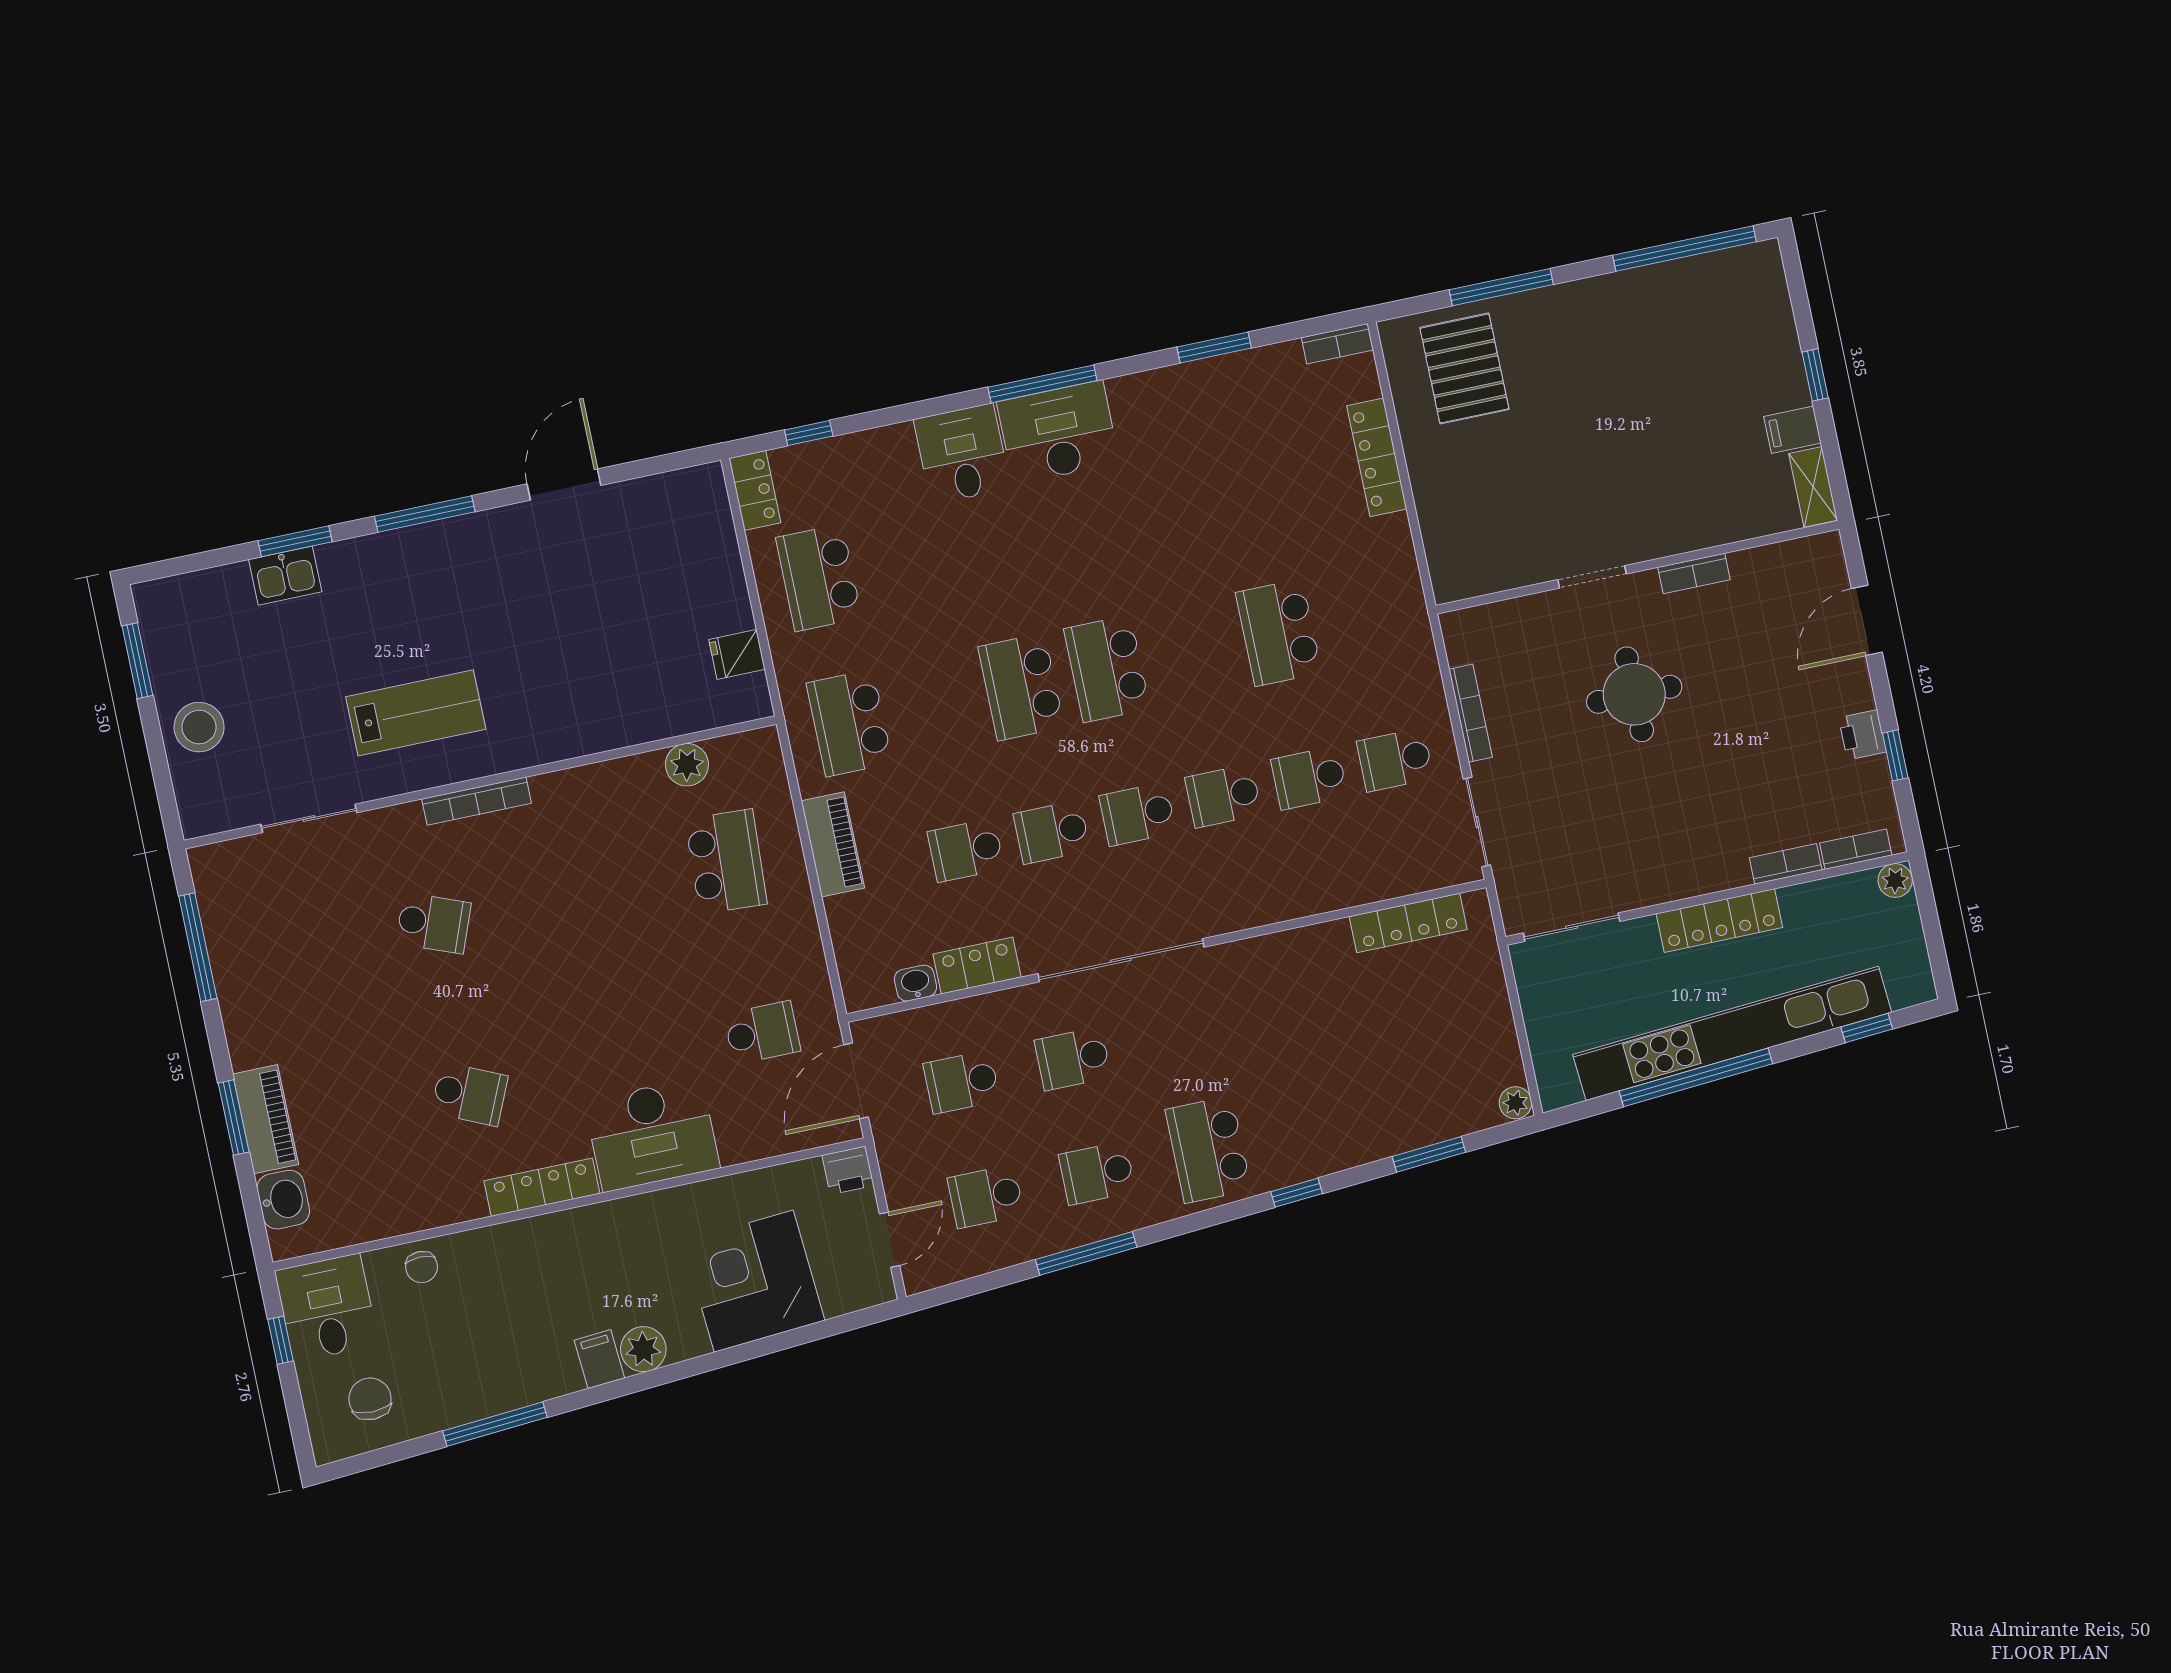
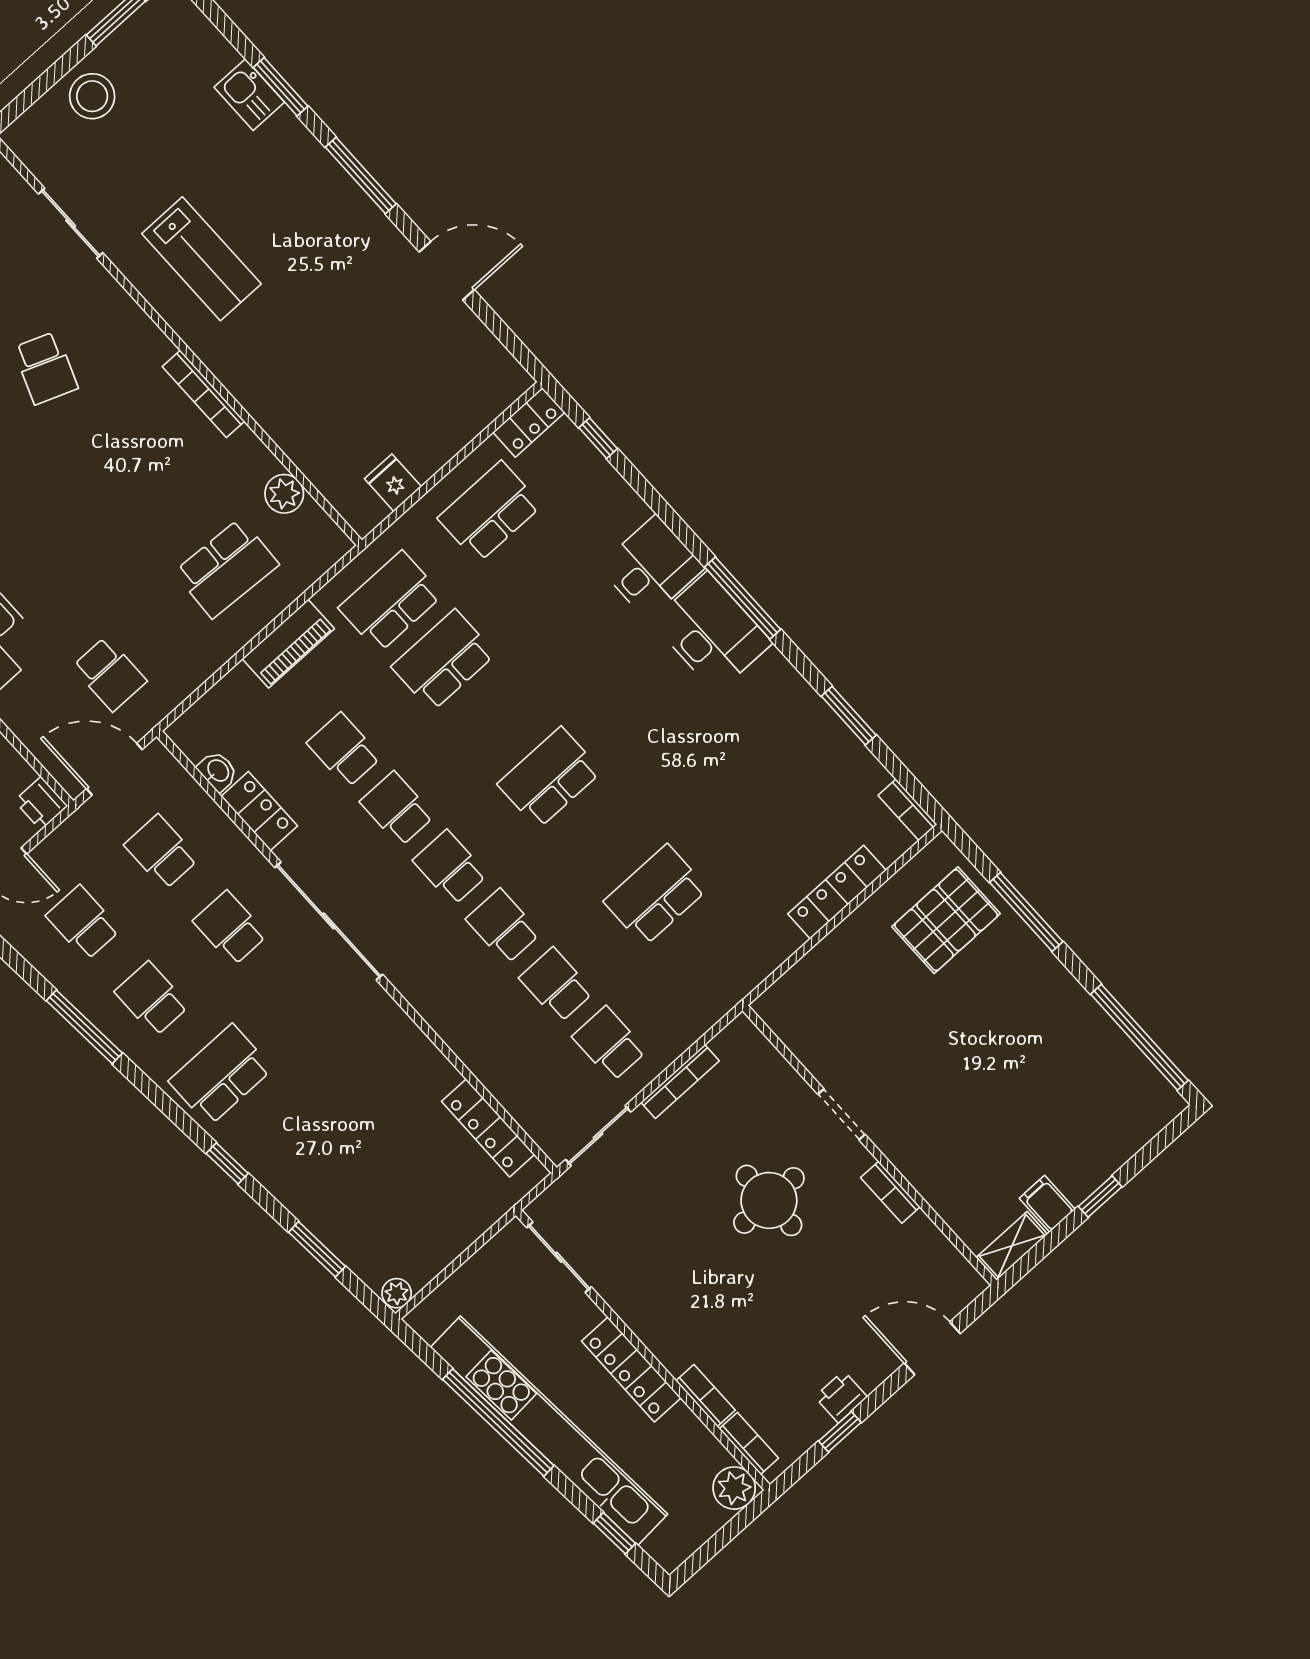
school desk: (1021, 687) -> (443, 660), moved
bookcase: (477, 801) -> (203, 394), moved
plant: (1895, 880) -> (734, 1488), width x1.38, depth x1.38

